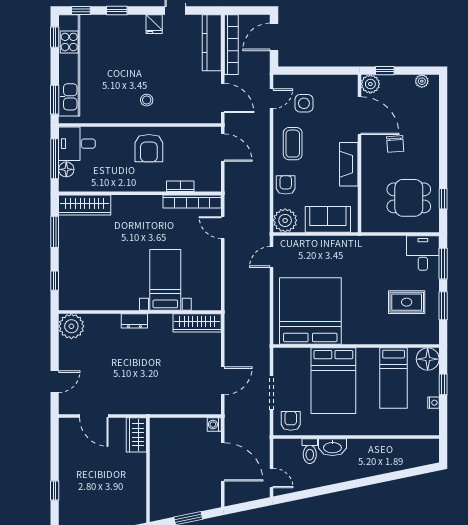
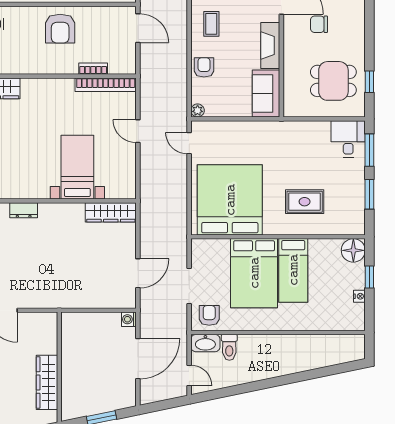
coffee table: (293, 144) -> (211, 24), width x0.73, depth x0.77
chair: (395, 144) -> (319, 24), turned 94
sofa: (328, 219) -> (266, 94), moved, turned -90
plant: (285, 220) -> (198, 110), width x0.53, depth x0.53
door: (223, 228) -> (138, 131), moved
door: (272, 257) -> (189, 143), hinge flipped
rug: (407, 302) -> (305, 202), moved
dresser: (134, 321) -> (24, 210), moved
bed: (394, 378) -> (293, 270), moved
wardrobe: (136, 435) -> (47, 382), moved, width x1.50
washbasin: (332, 447) -> (205, 343), moved
door: (223, 462) -> (138, 359), hinge flipped

